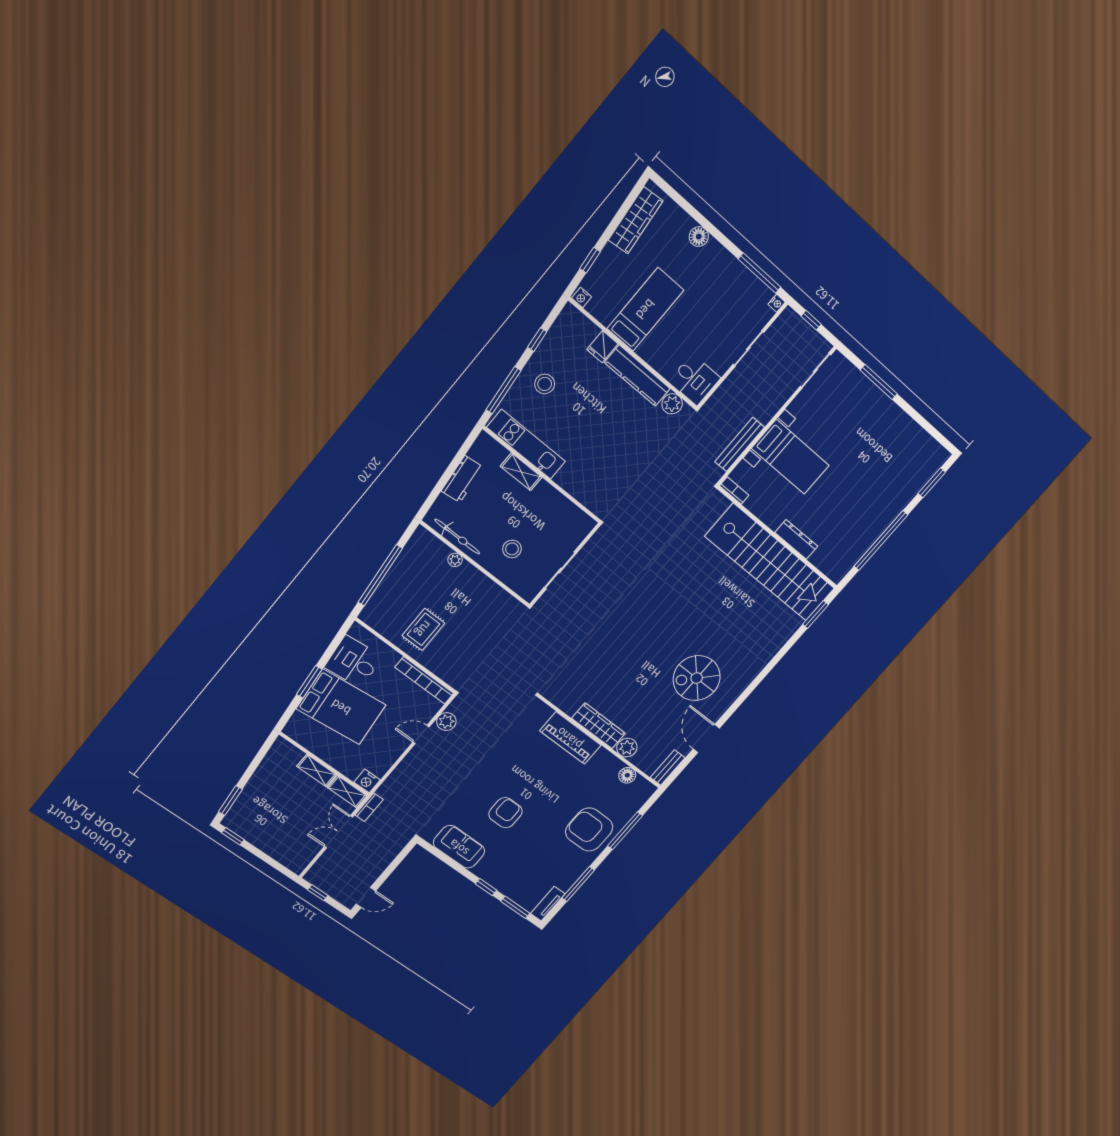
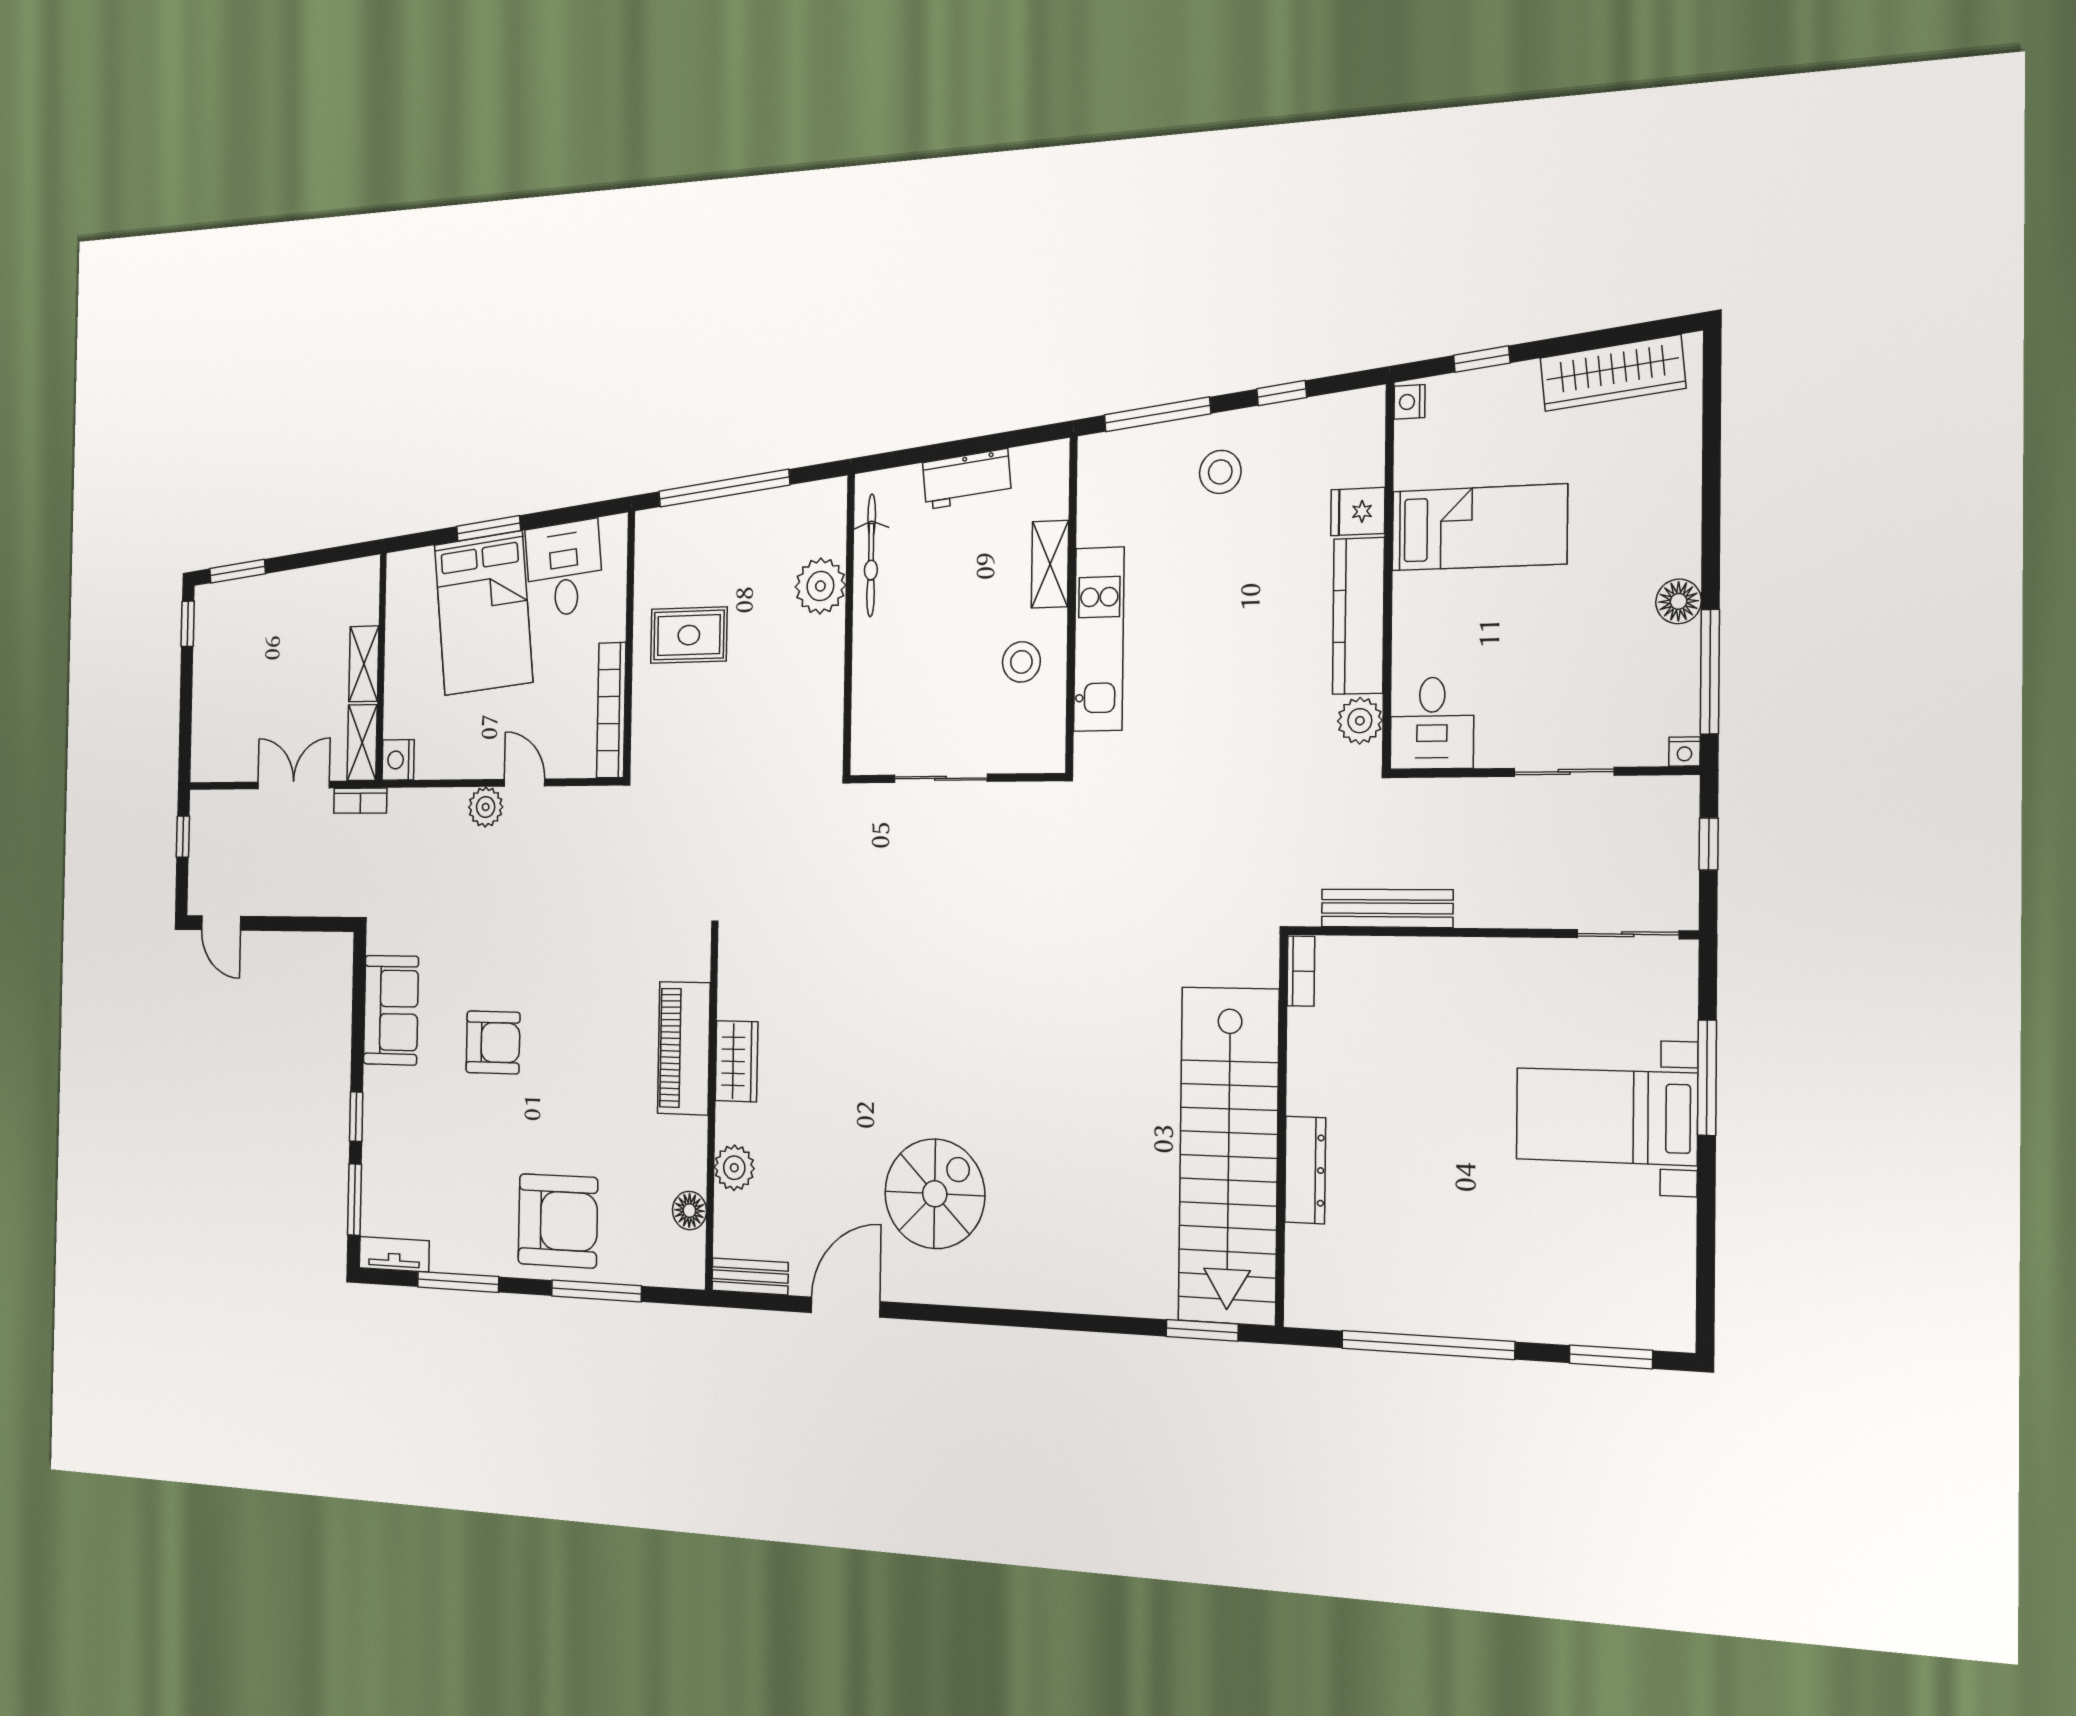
floor lamp: (699, 237) -> (1679, 601), moved
kitchen unit: (526, 444) -> (1099, 639), moved
bed with nightstands: (790, 457) -> (1606, 1116), moved, turned 90
stool: (512, 549) -> (1021, 662), moved
plant: (455, 560) -> (820, 586), width x1.88, depth x1.88
spiral stairs: (697, 678) -> (935, 1194), turned 90
plant: (446, 721) -> (486, 807), moved
wardrobe: (598, 726) -> (736, 1061), width x0.67
armchair: (589, 829) -> (558, 1221), turned 90

